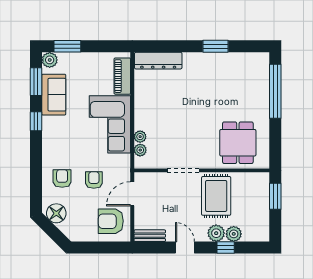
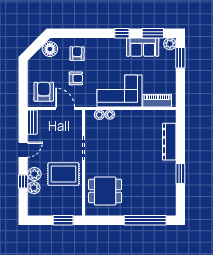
dresser: (158, 61) -> (169, 142), moved
armchair: (62, 179) -> (77, 54), turned -89

